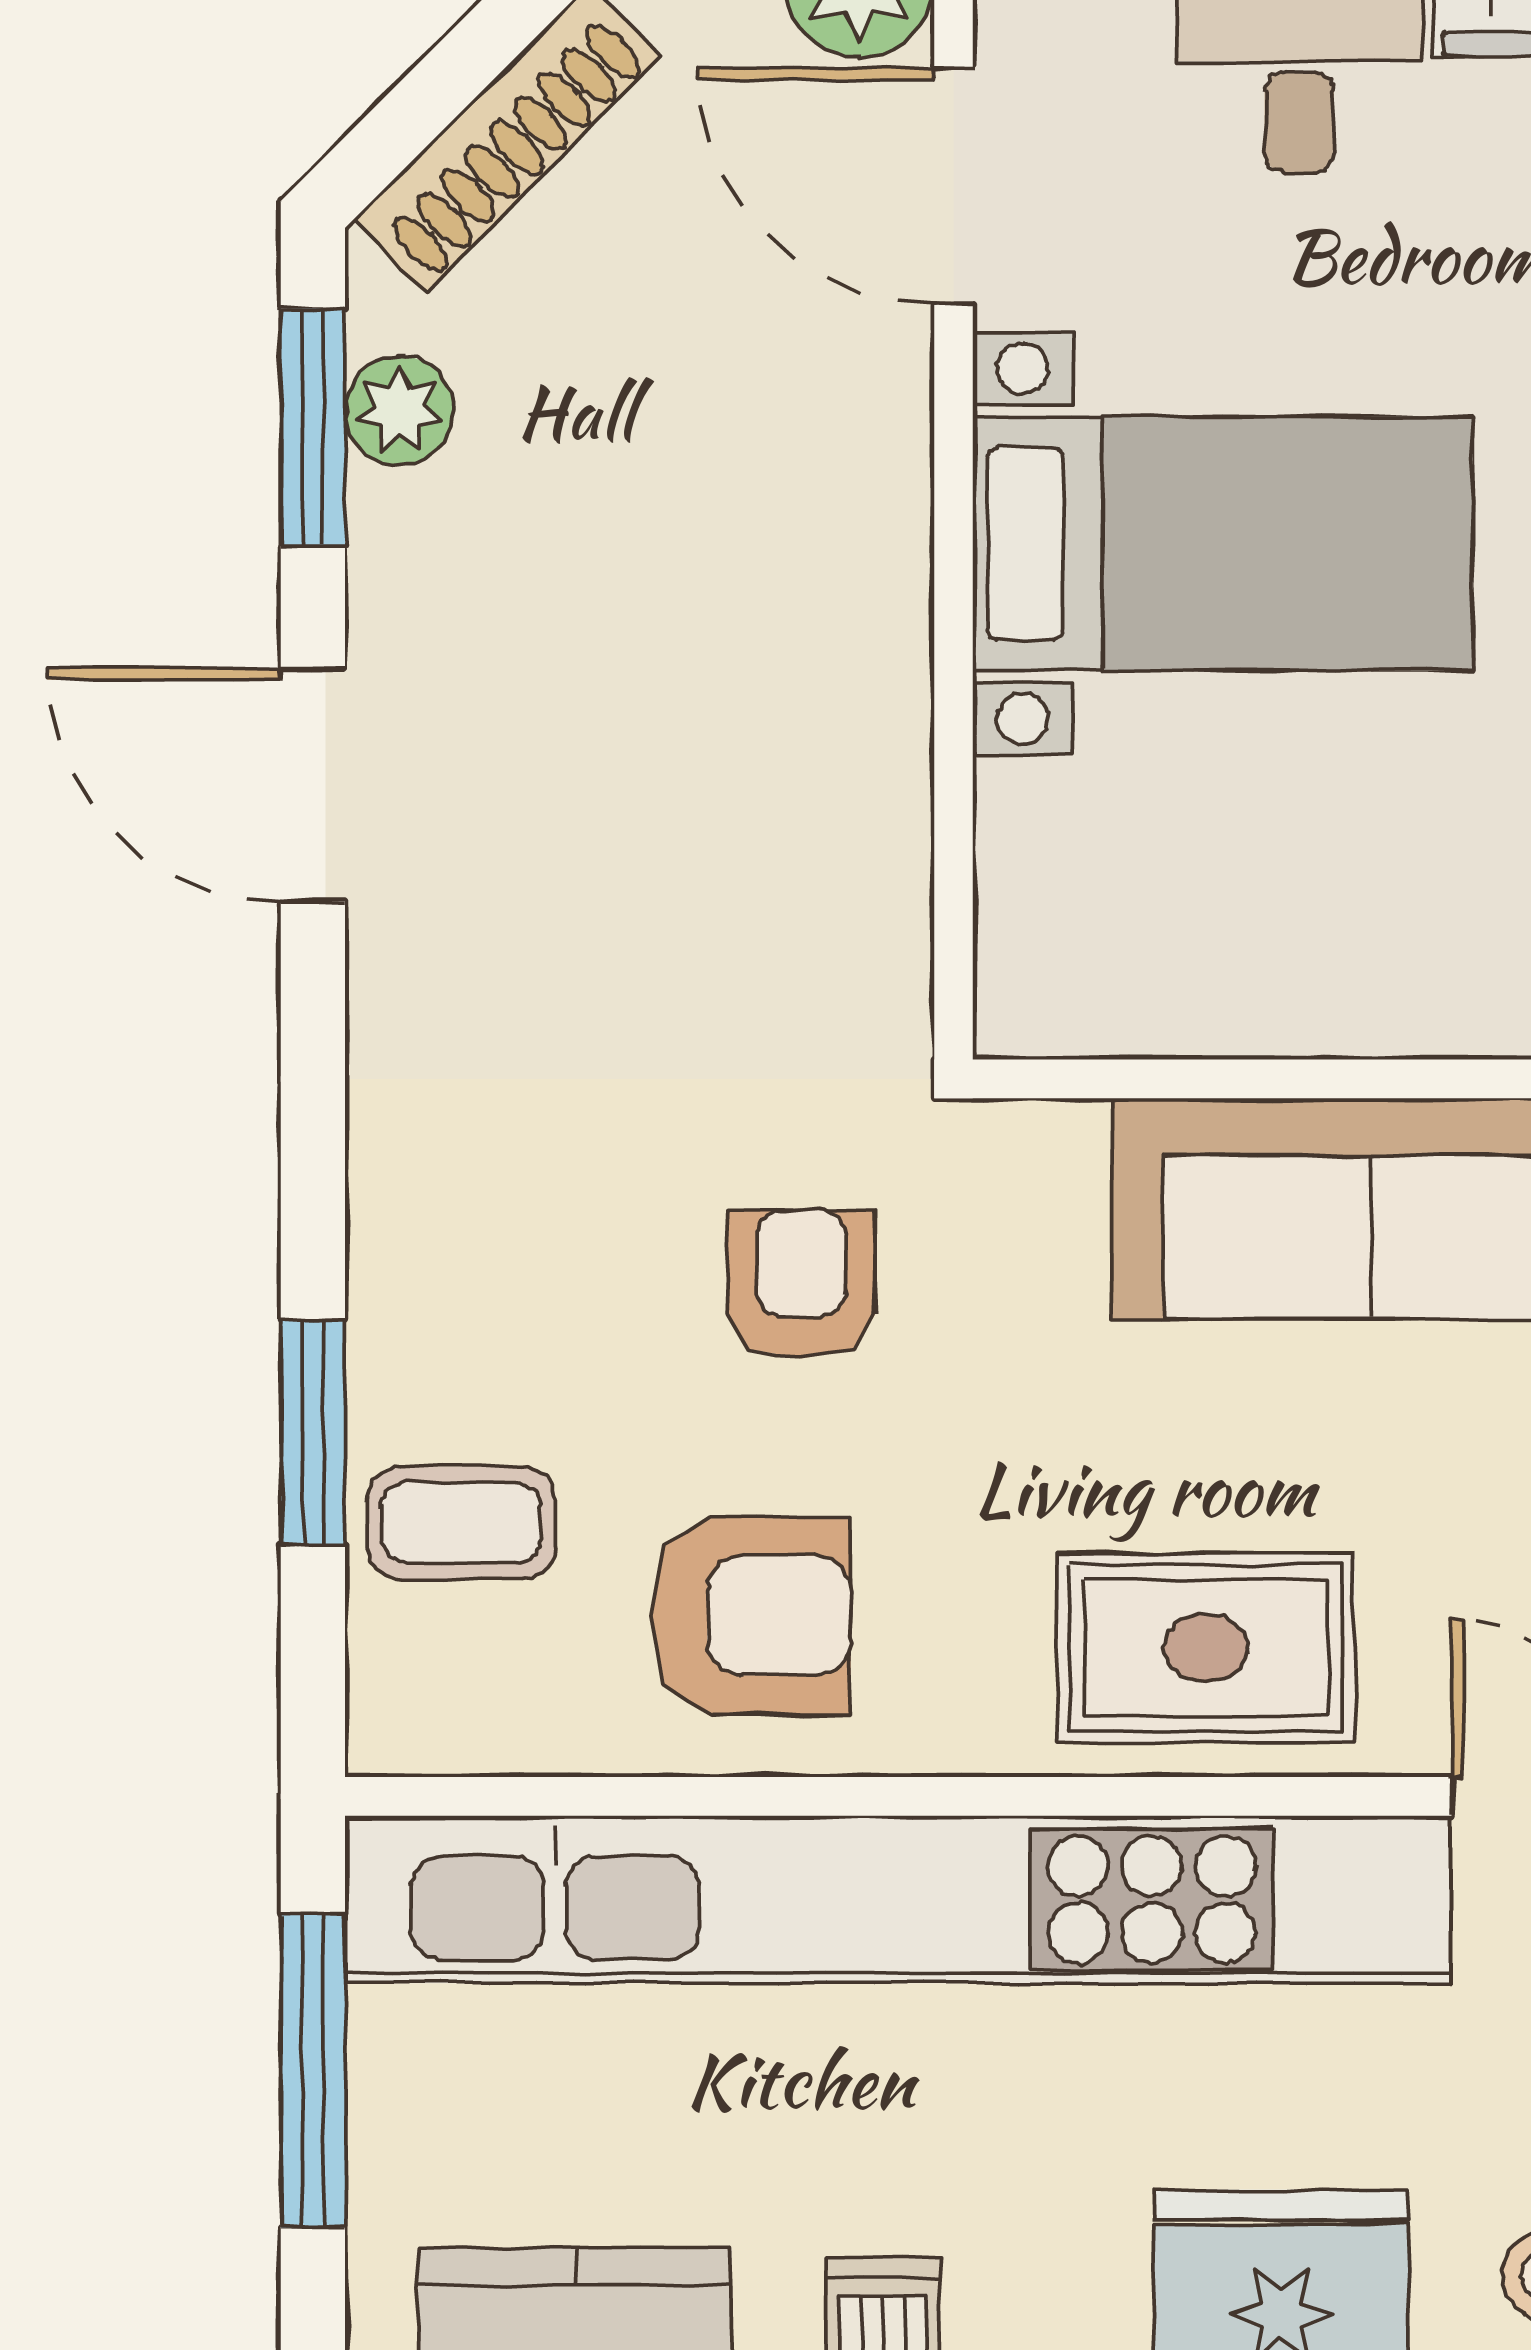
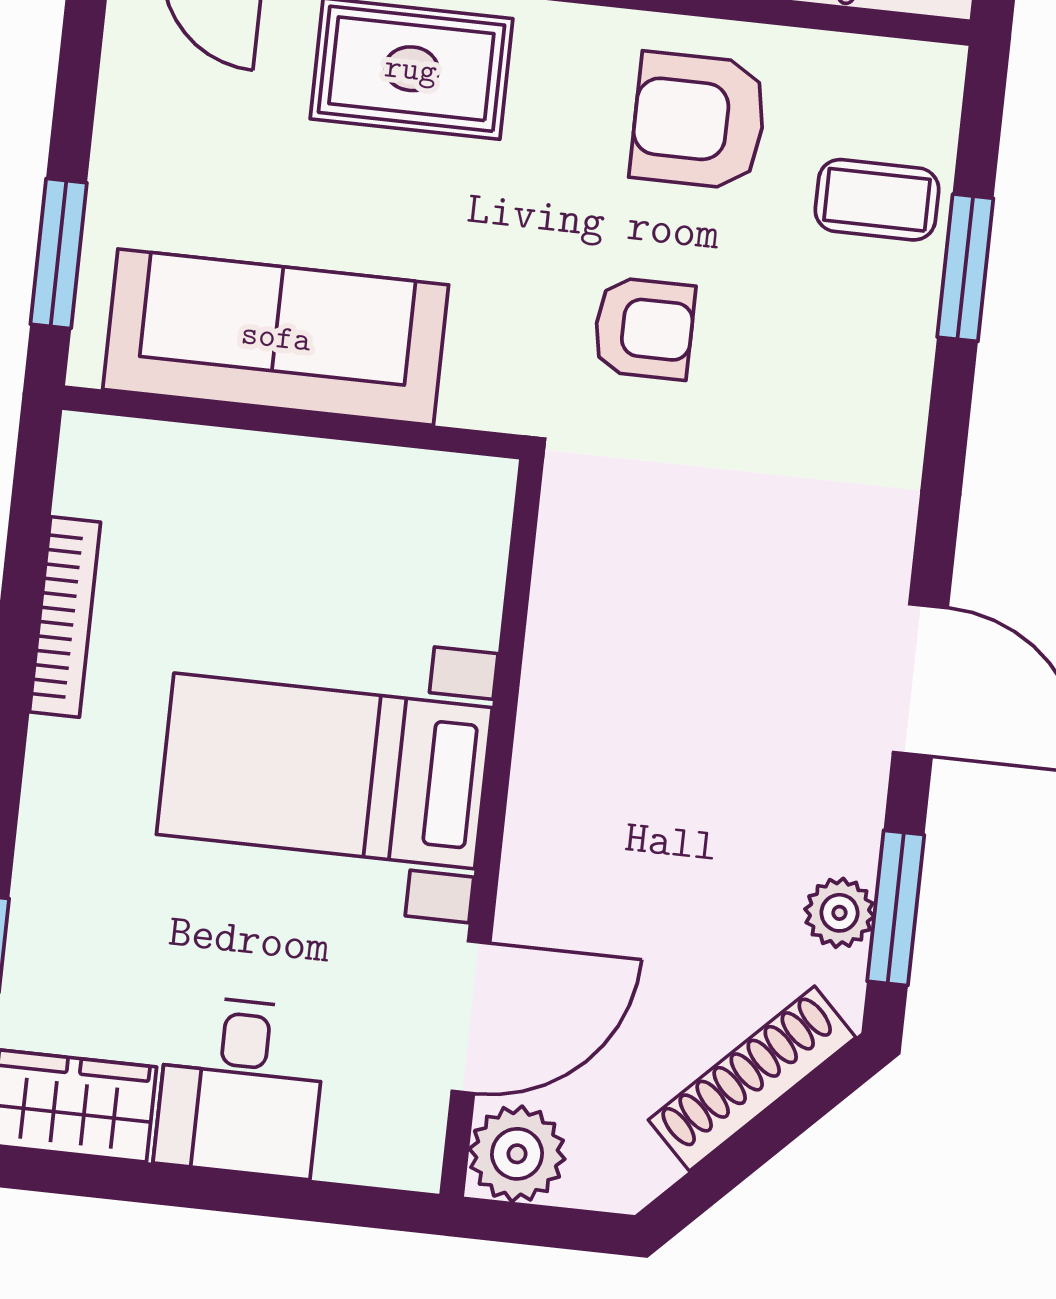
door: (953, 186) -> (471, 1017), hinge flipped
armchair: (801, 1284) -> (644, 328), turned -90

